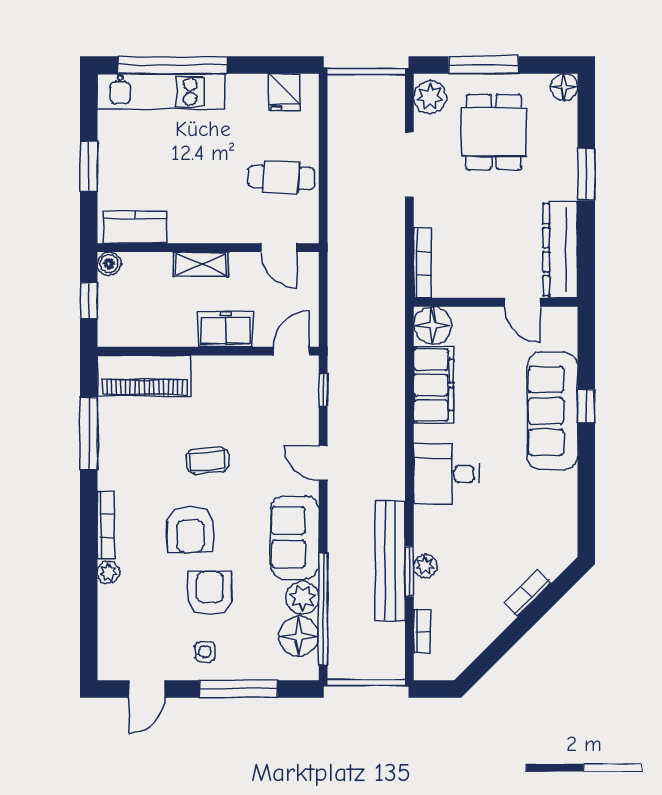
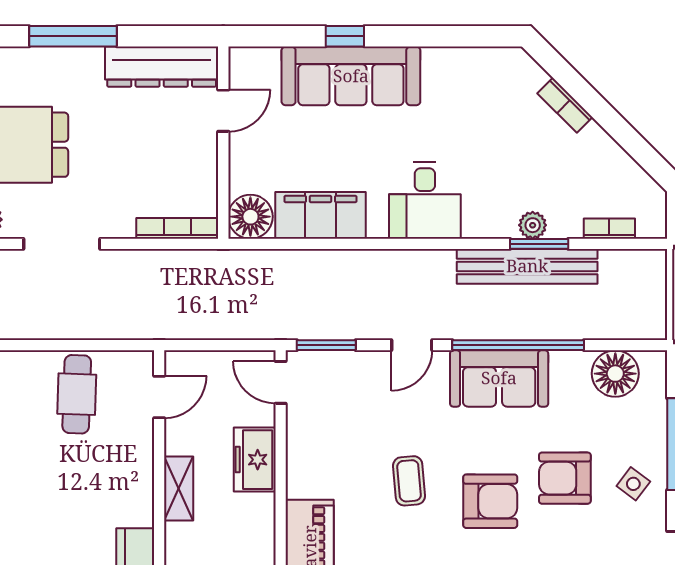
window: (586, 174) -> (73, 36), width x1.44
window: (323, 390) -> (326, 345), width x1.50
plant: (302, 598) -> (570, 369), removed
window: (323, 609) -> (518, 345), moved
side table: (205, 652) -> (633, 484), turned 37

